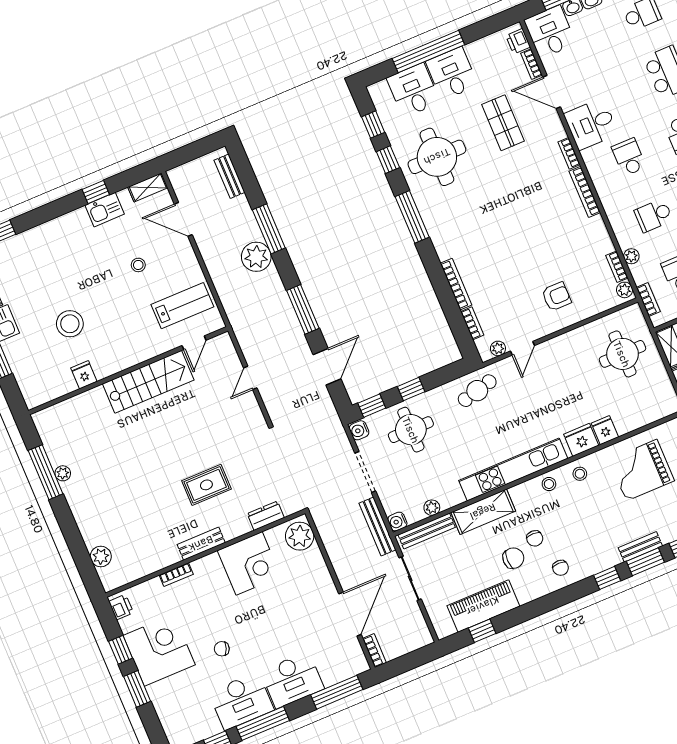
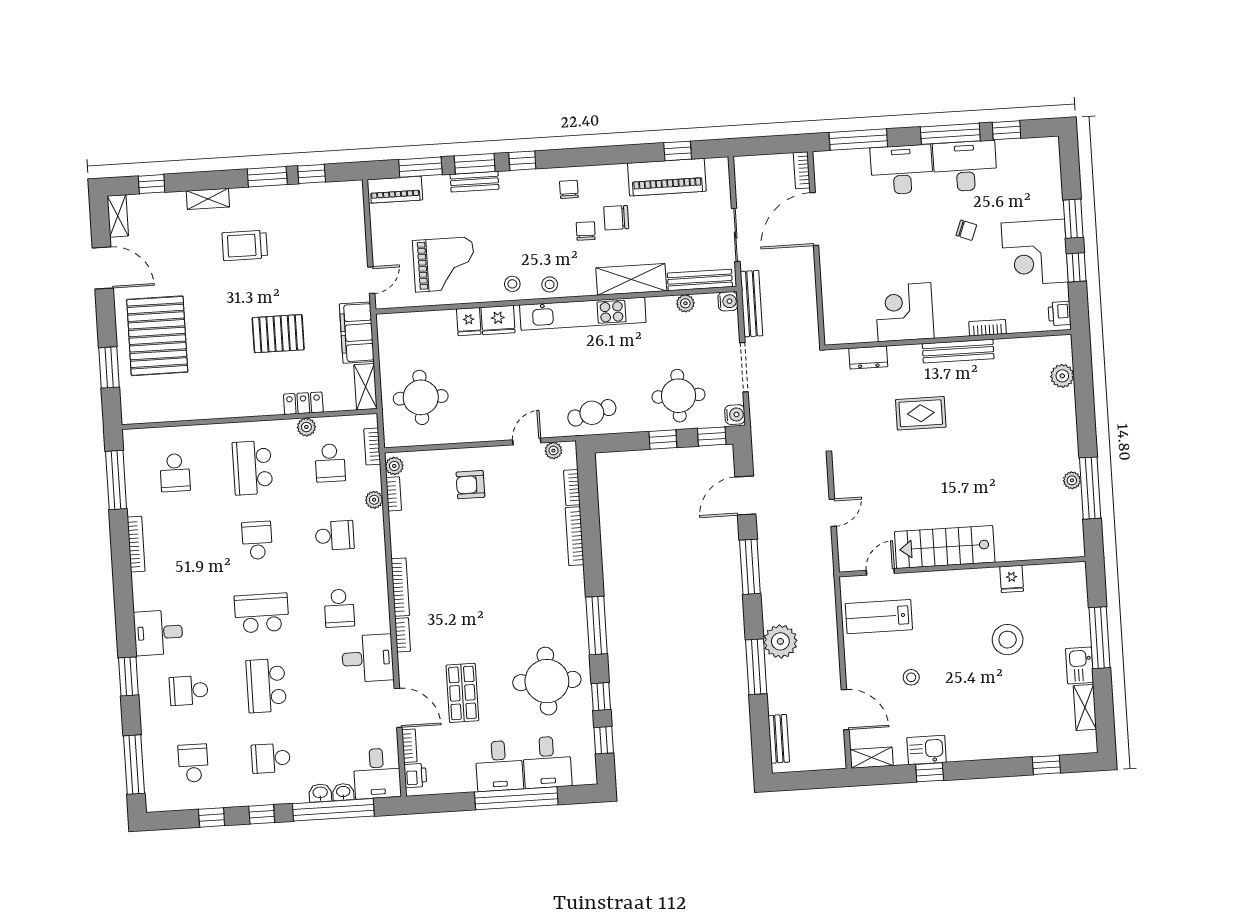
plant: (300, 536) -> (839, 323), removed
bench: (201, 544) -> (958, 351), width x1.36

